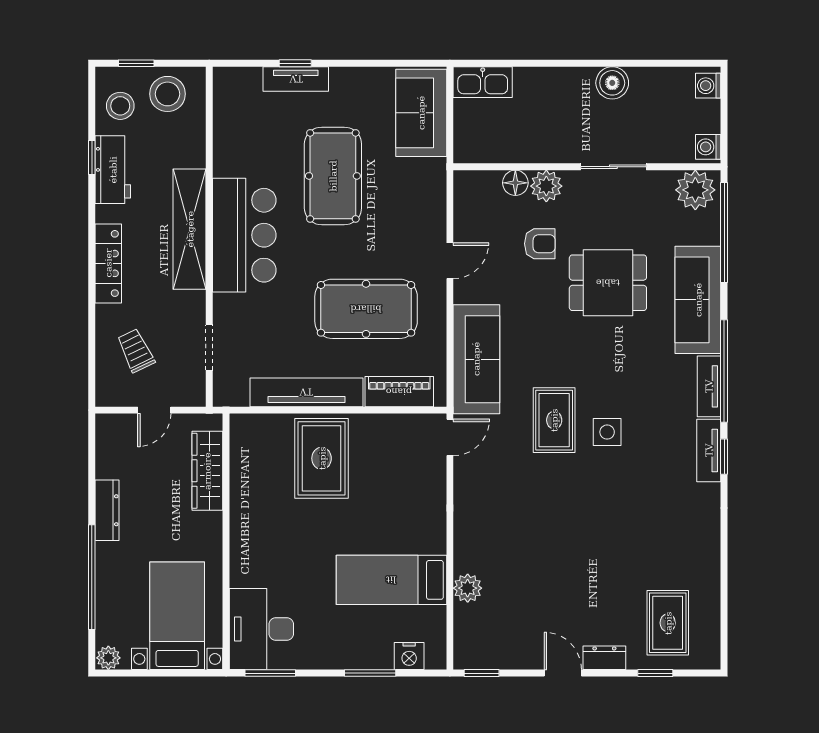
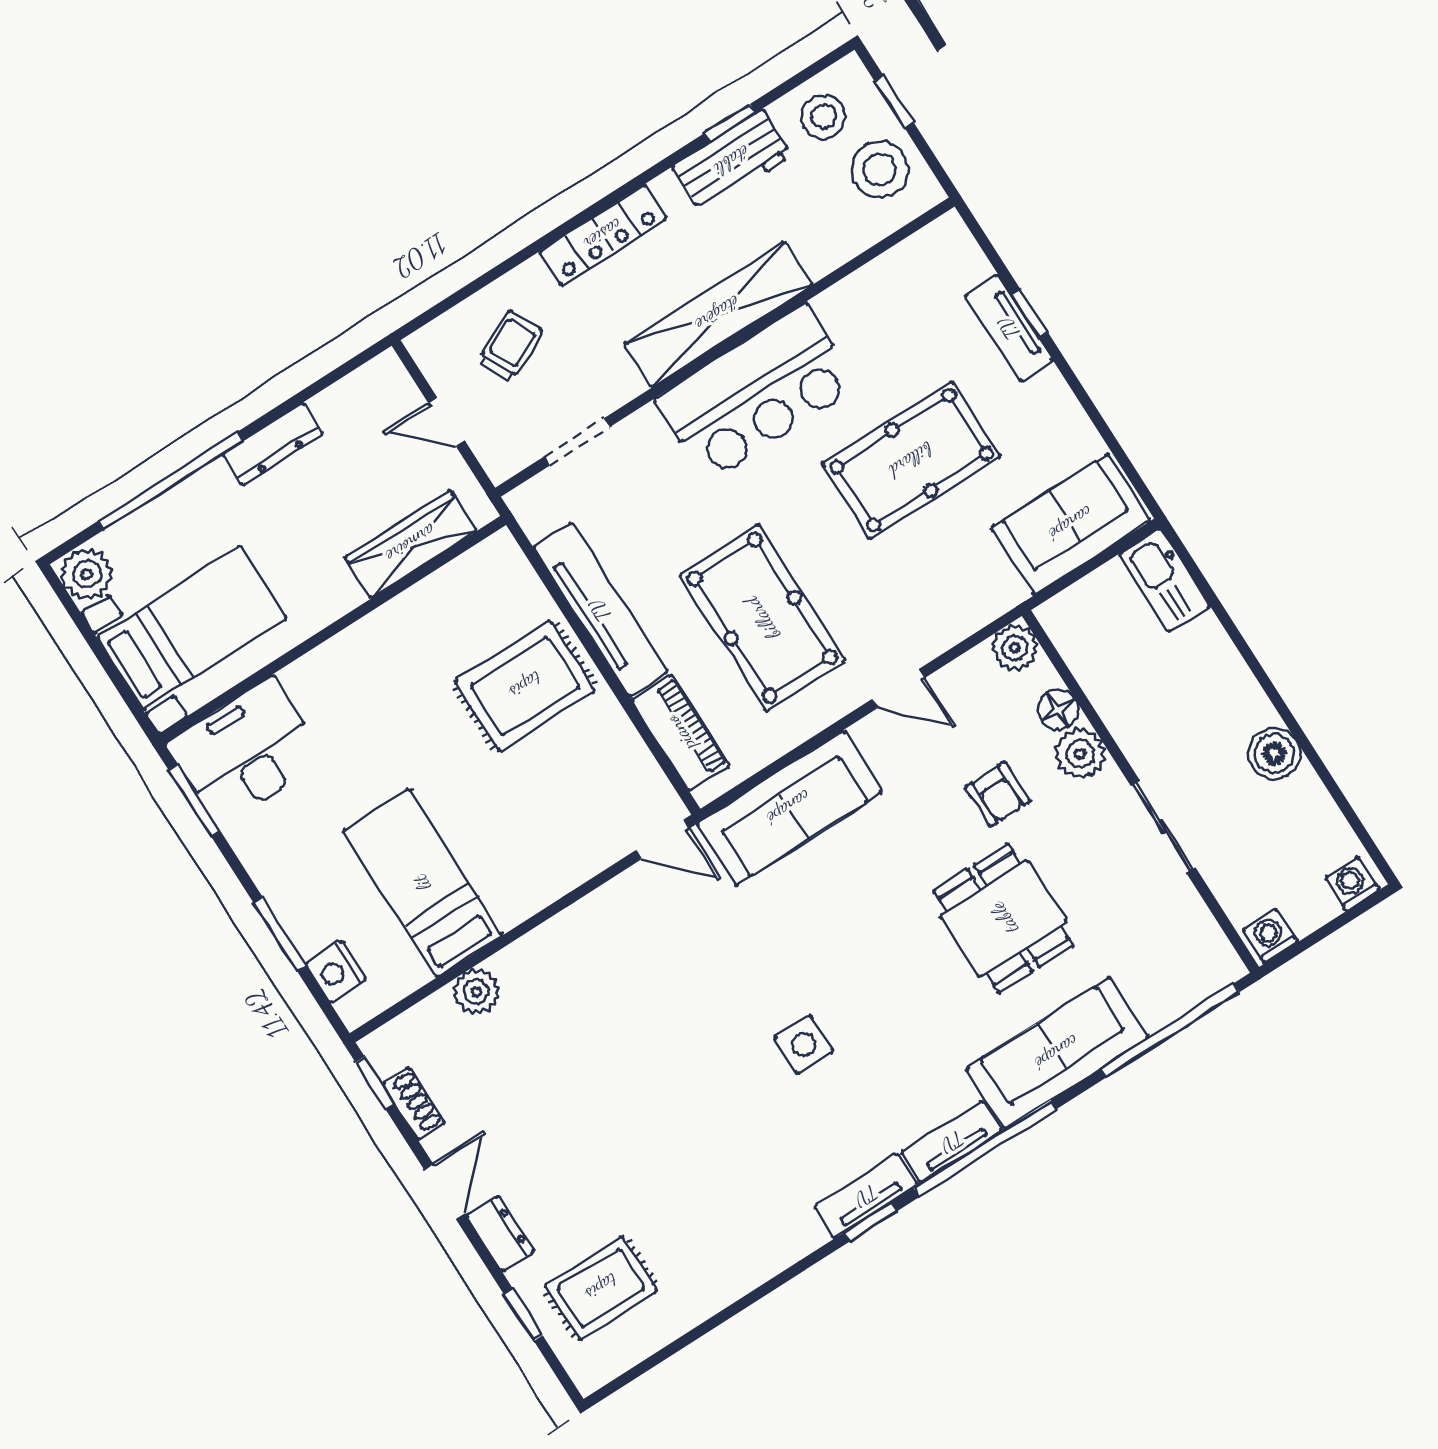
plant: (695, 190) -> (1015, 648), moved, width x0.73, depth x0.73
rug: (554, 420) -> (774, 964), removed
plant: (108, 658) -> (87, 574), width x1.38, depth x1.38
shoe rack: (506, 660) -> (414, 1104), added

